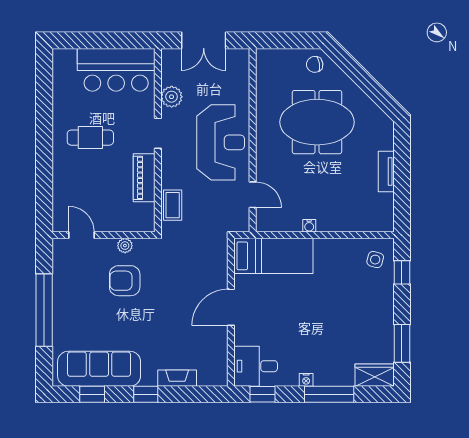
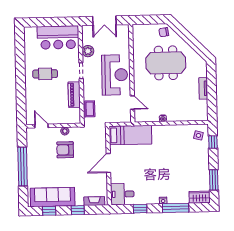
bed: (273, 256) -> (130, 135), moved
door: (231, 307) -> (108, 163), moved
wall: (231, 312) -> (108, 166), moved
desk: (256, 366) -> (122, 194), moved

